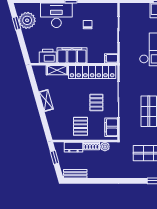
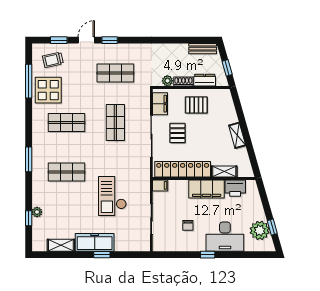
pallet: (81, 126) -> (196, 105), turned 90

